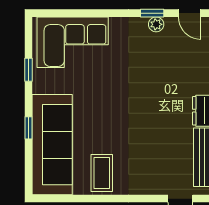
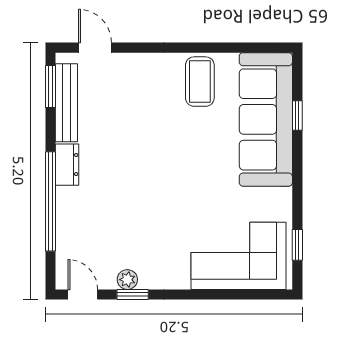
window: (28, 70) -> (297, 245), moved
window: (28, 128) -> (297, 115), moved

